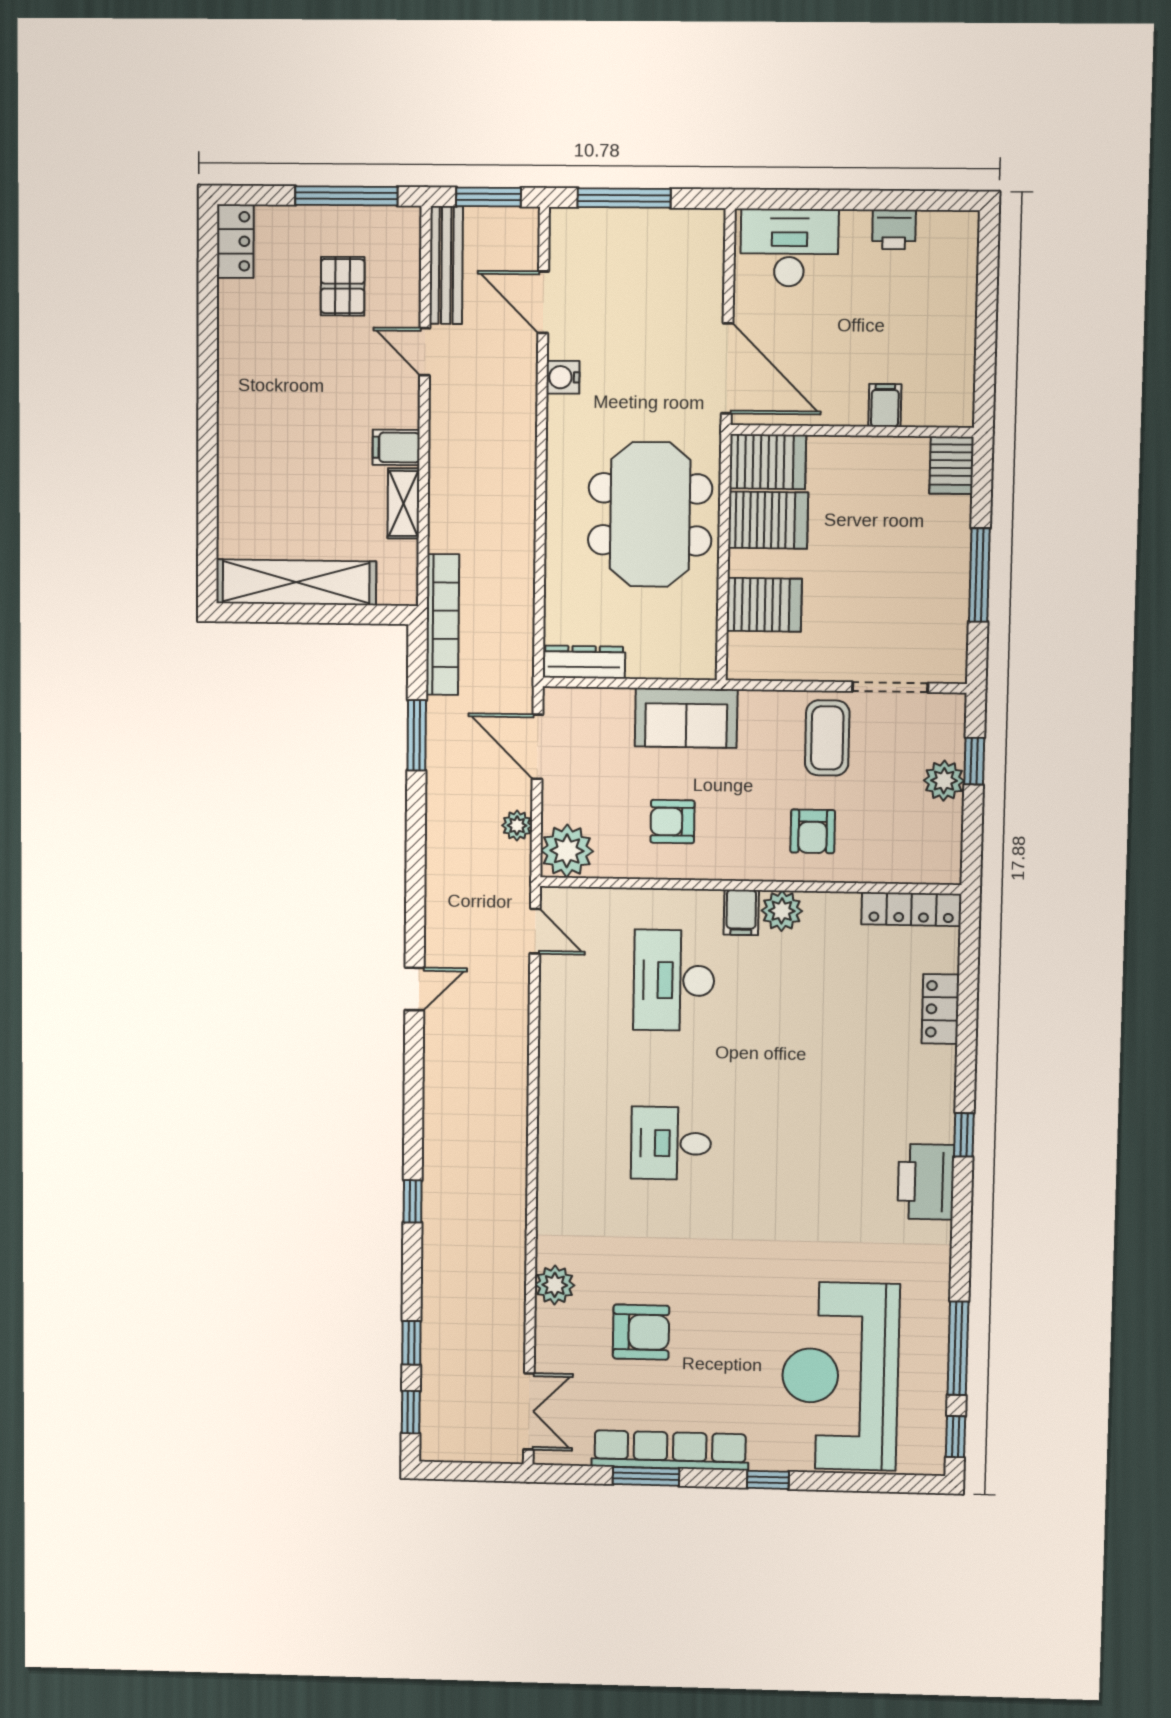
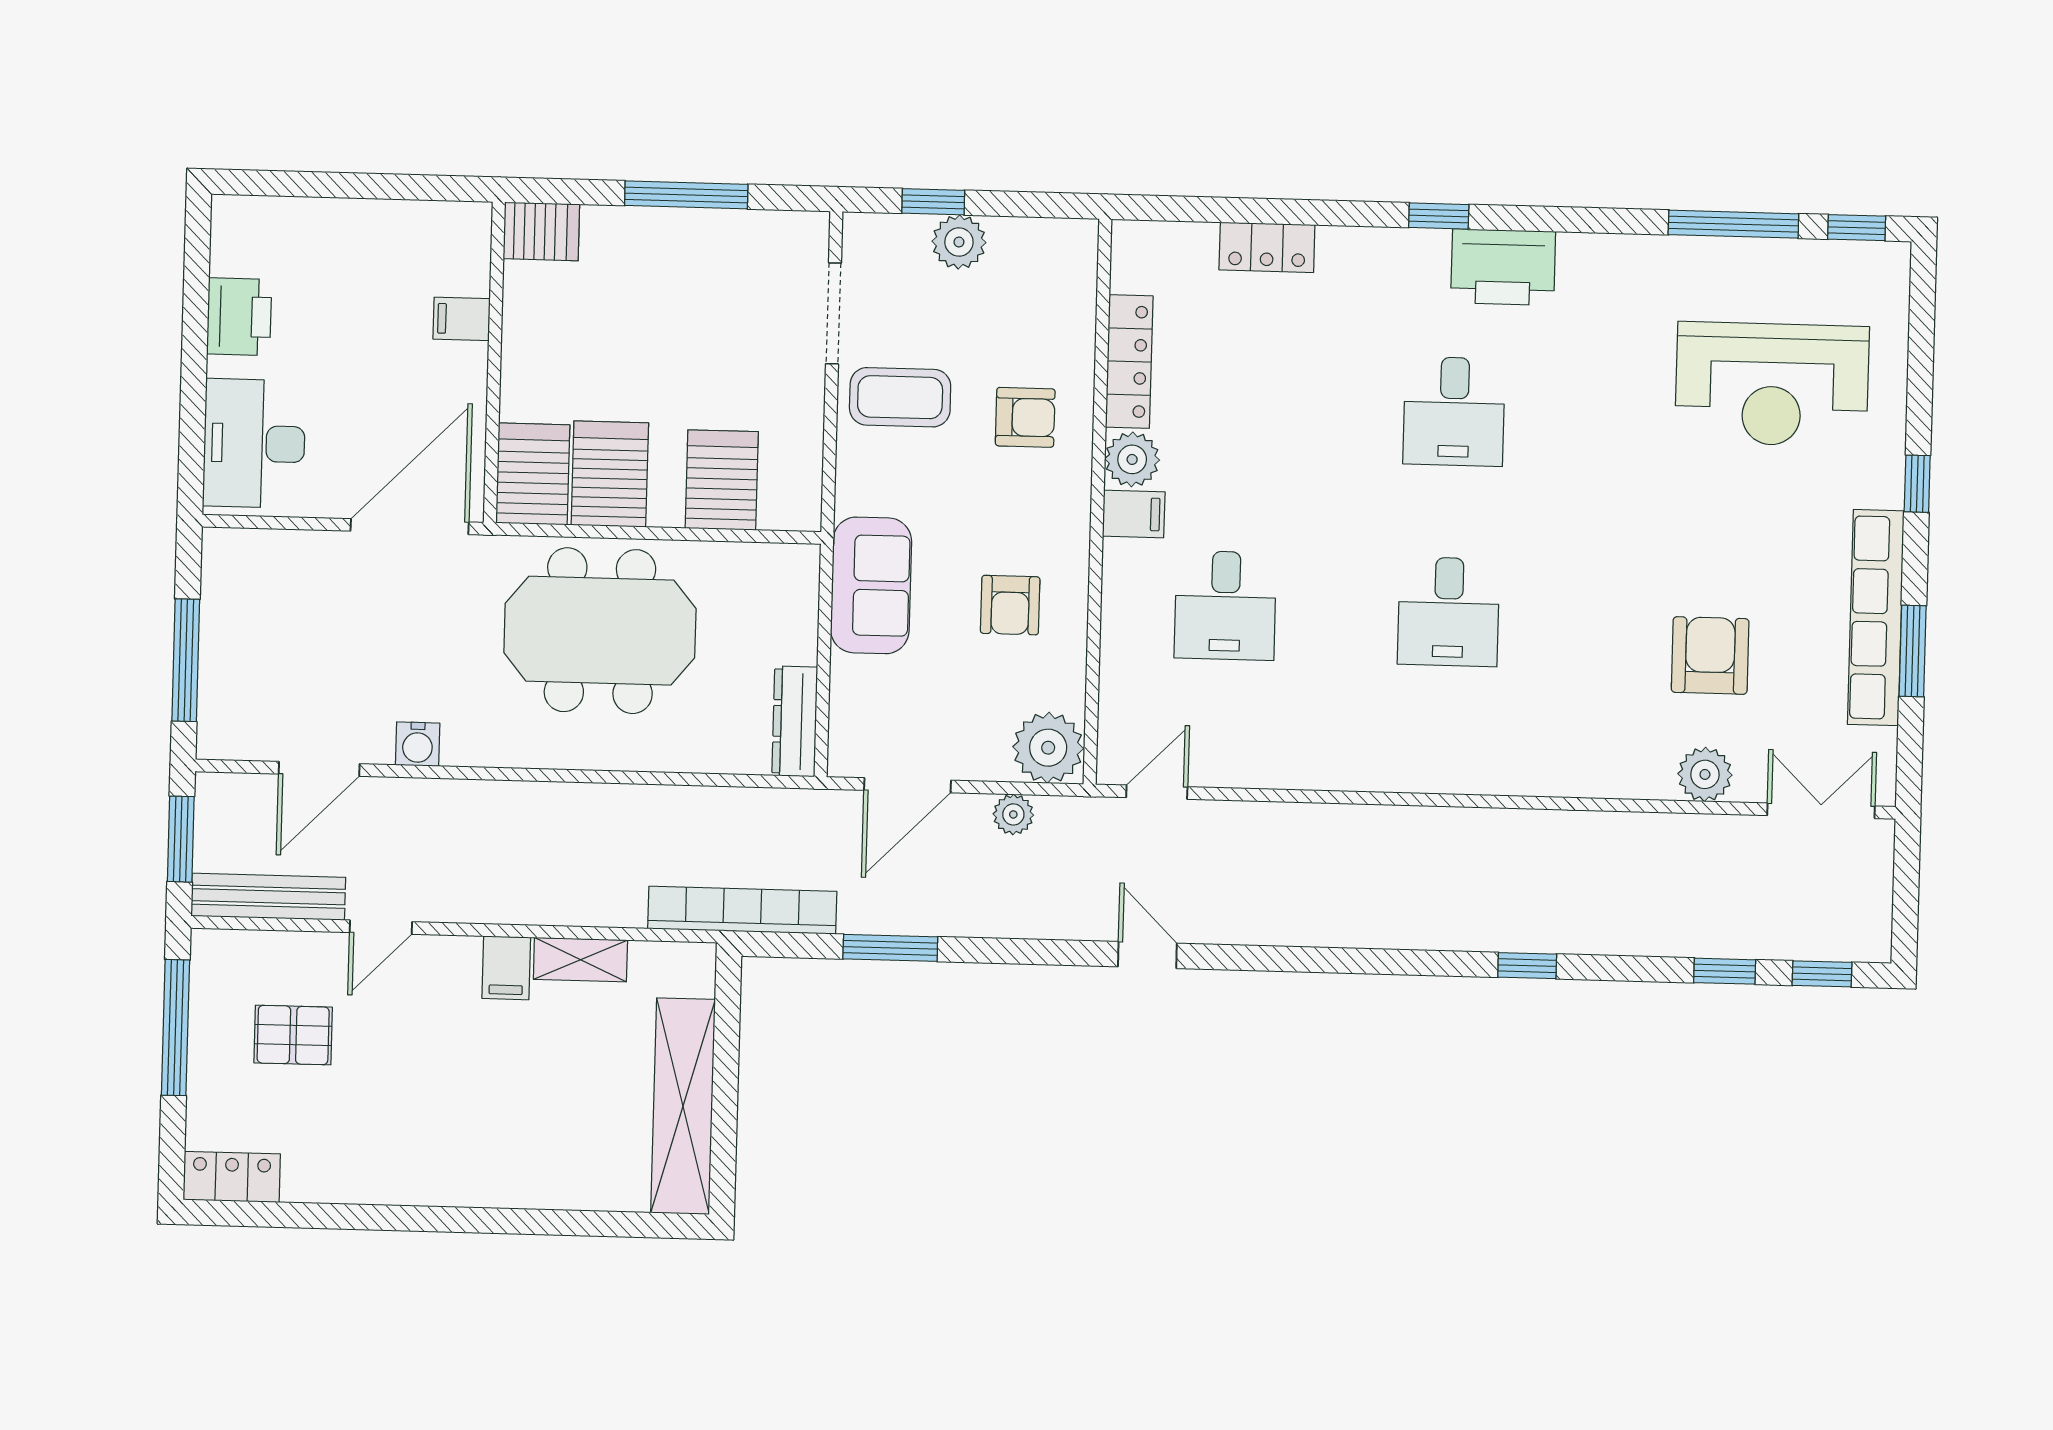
printer: (894, 229) -> (239, 317), width x1.36, depth x1.24
locker: (911, 909) -> (1129, 362), moved
desk: (674, 980) -> (1225, 605), width x0.73
door: (414, 989) -> (1147, 955), moved
desk: (819, 1147) -> (1454, 411), added
plant: (555, 1285) -> (1705, 774), moved
reception desk: (840, 1376) -> (1772, 384), width x0.74, depth x0.77

